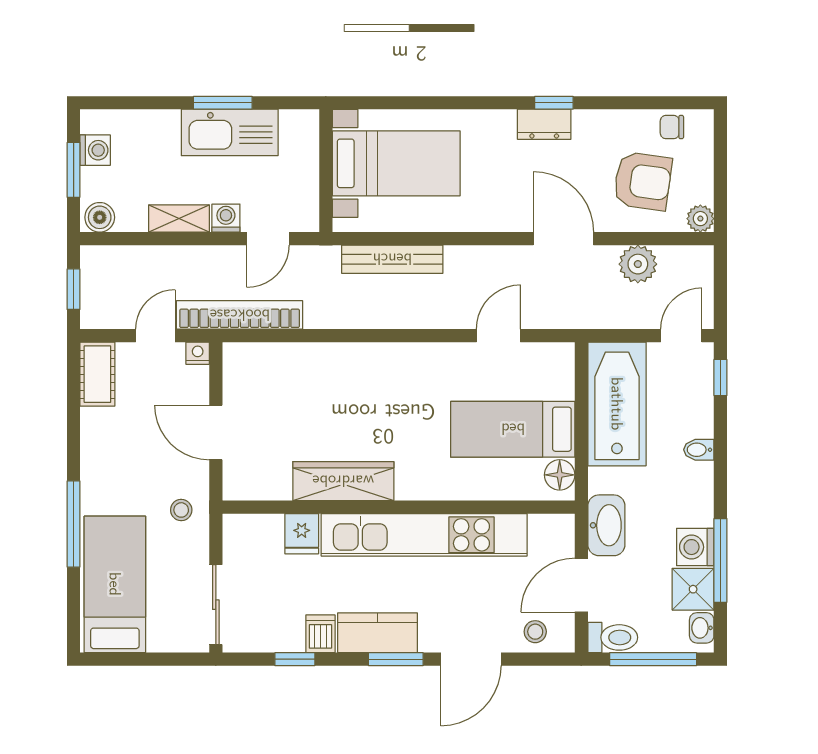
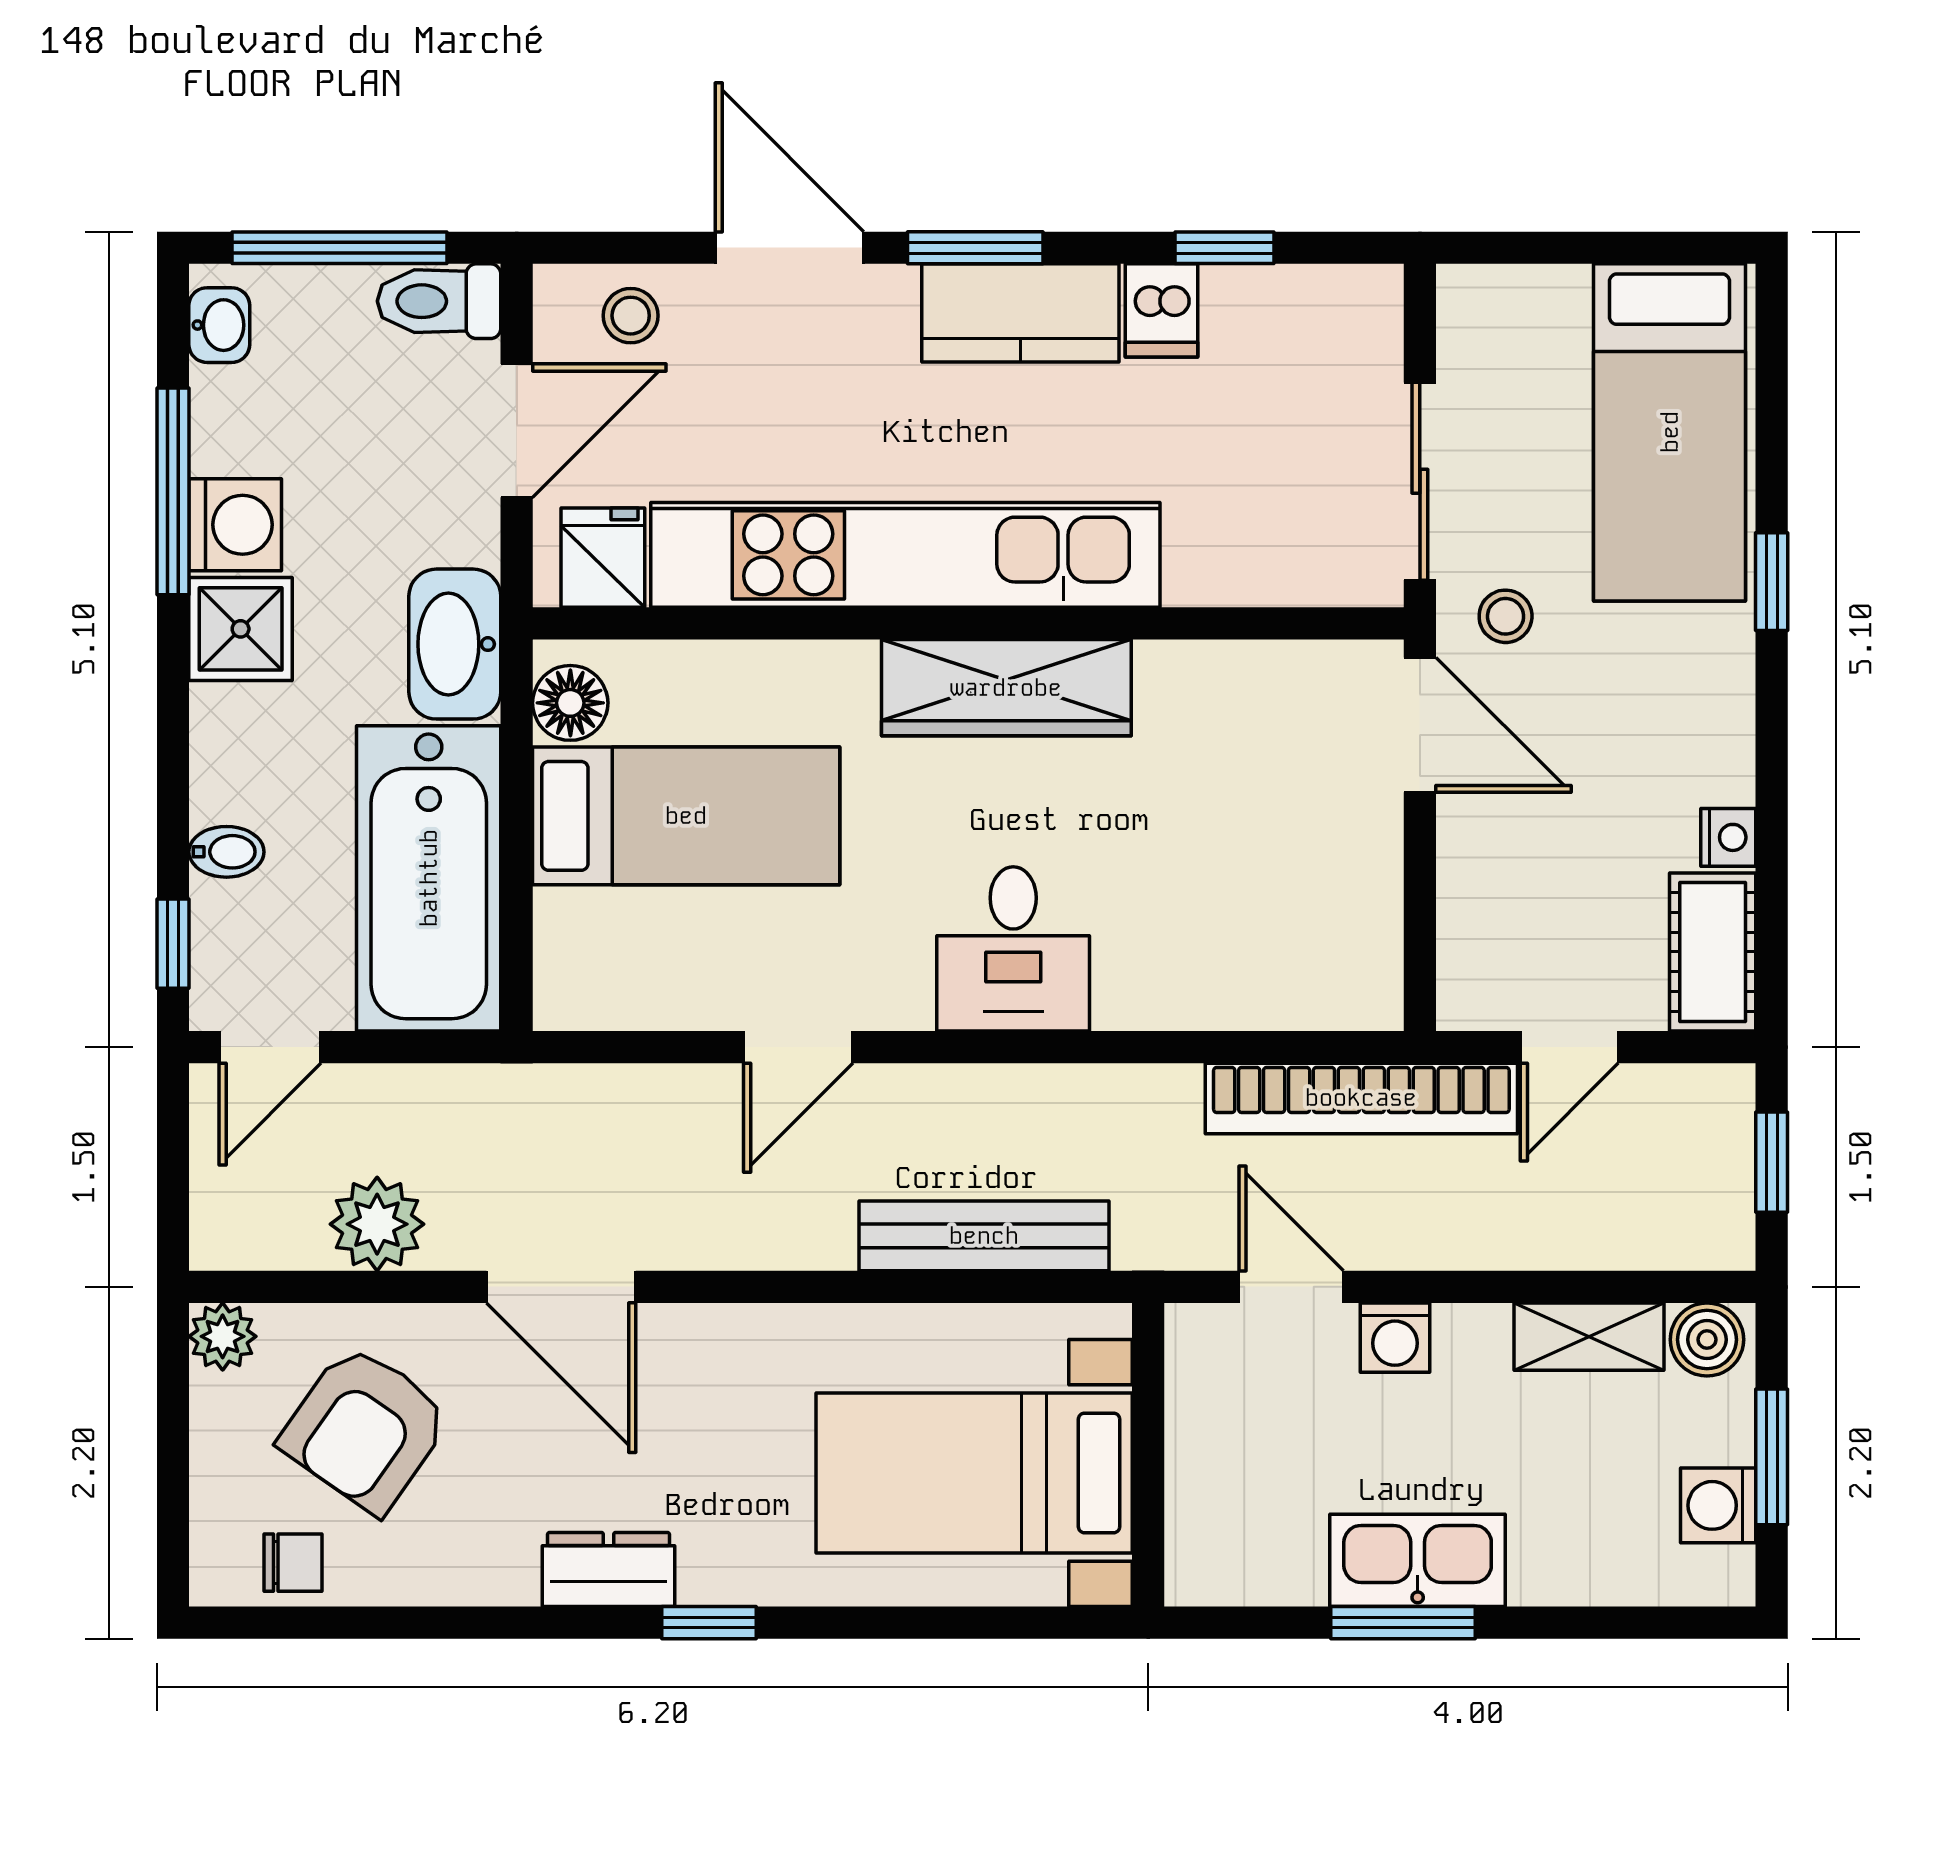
window: (554, 103) -> (709, 1623), moved
kitchen sink: (230, 132) -> (1418, 1560), width x0.73, depth x0.81
armchair: (643, 181) -> (365, 1429), turned -63
shelving: (179, 219) -> (1589, 1337), moved
door: (268, 239) -> (1291, 1287), hinge flipped
door: (498, 336) -> (798, 1047), moved
nightstand: (198, 353) -> (1728, 837), moved, turned -90
desk: (380, 375) -> (1013, 949), added
door: (216, 432) -> (1420, 725), moved
bidet: (699, 450) -> (226, 852), moved
wardrobe: (343, 481) -> (1006, 688), moved
window: (74, 524) -> (1772, 582), width x0.46
washbasin: (606, 525) -> (455, 644), moved
fridge: (302, 534) -> (603, 558), moved
shower: (693, 589) -> (241, 629), moved
sliding door: (216, 605) -> (1420, 481), moved
door: (471, 659) -> (790, 248), hinge flipped

